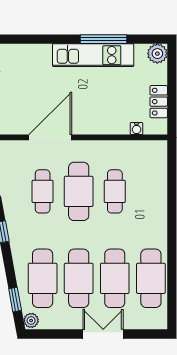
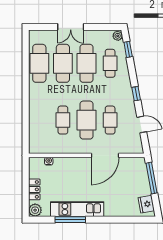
locker: (159, 102) -> (34, 189), moved
cafe table: (43, 278) -> (110, 63), width x0.73, depth x0.74

